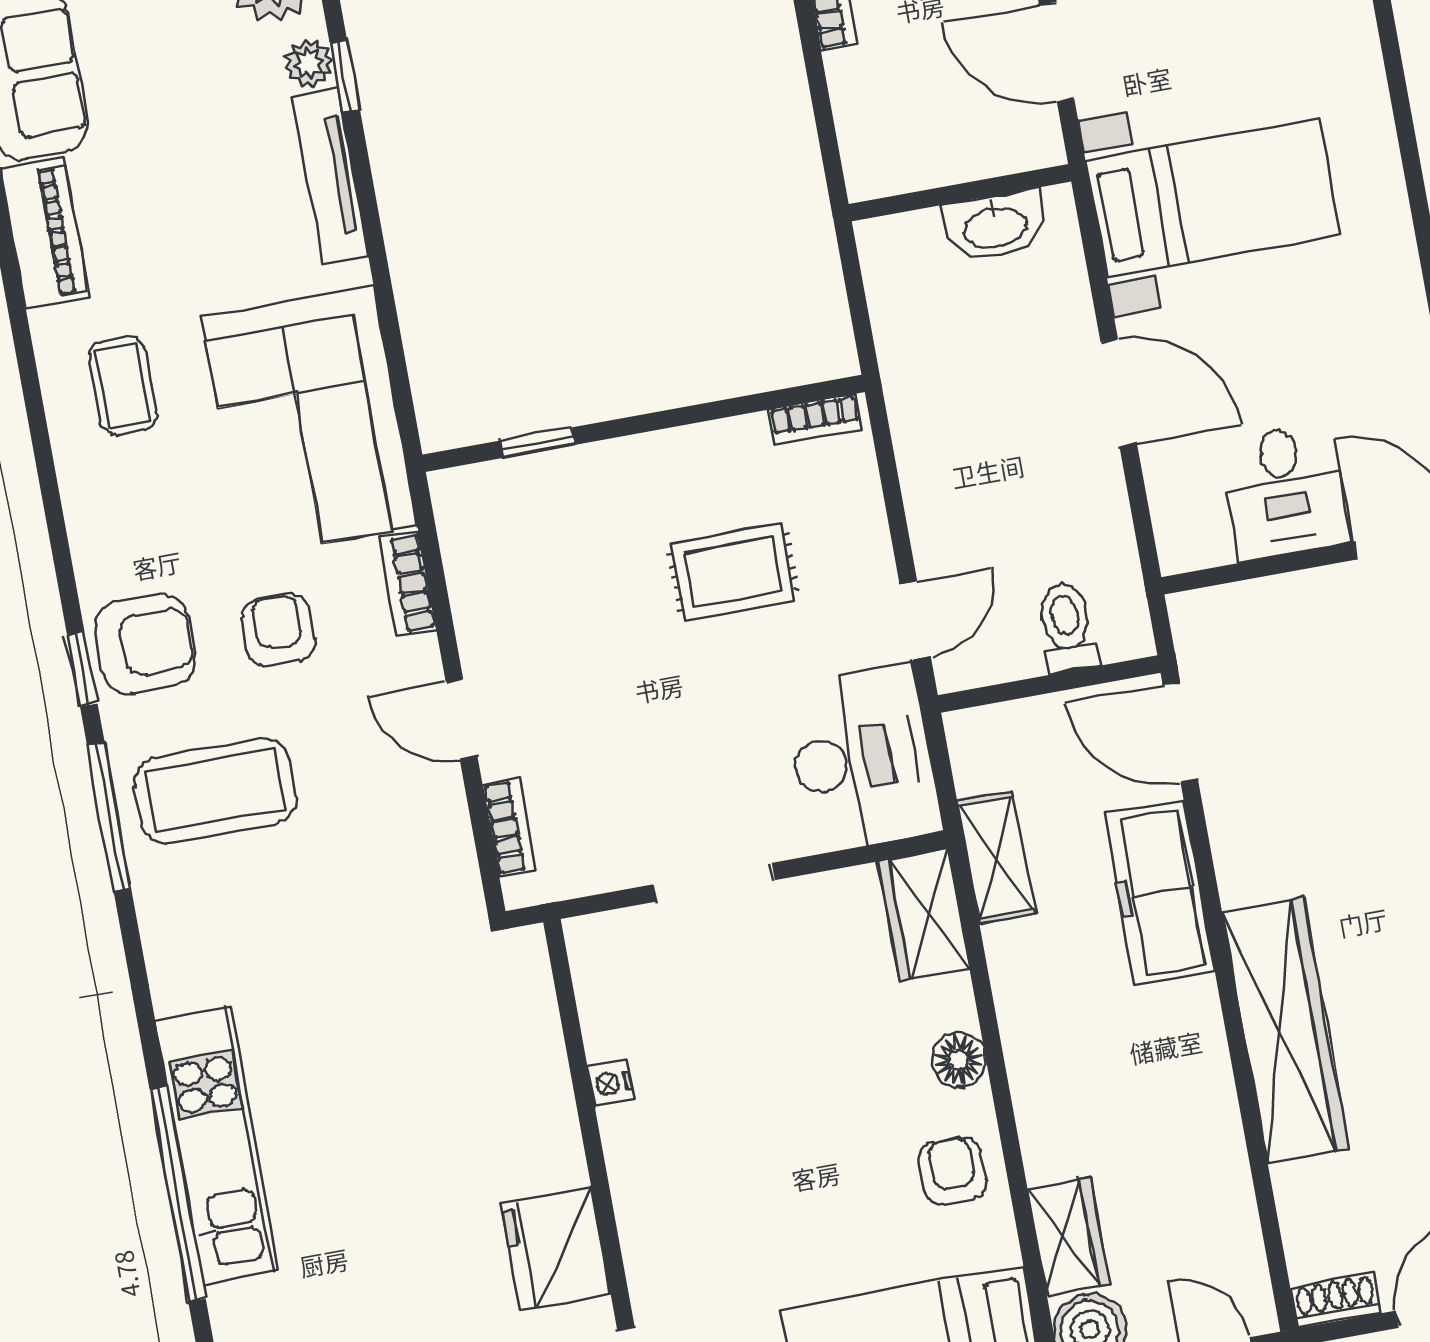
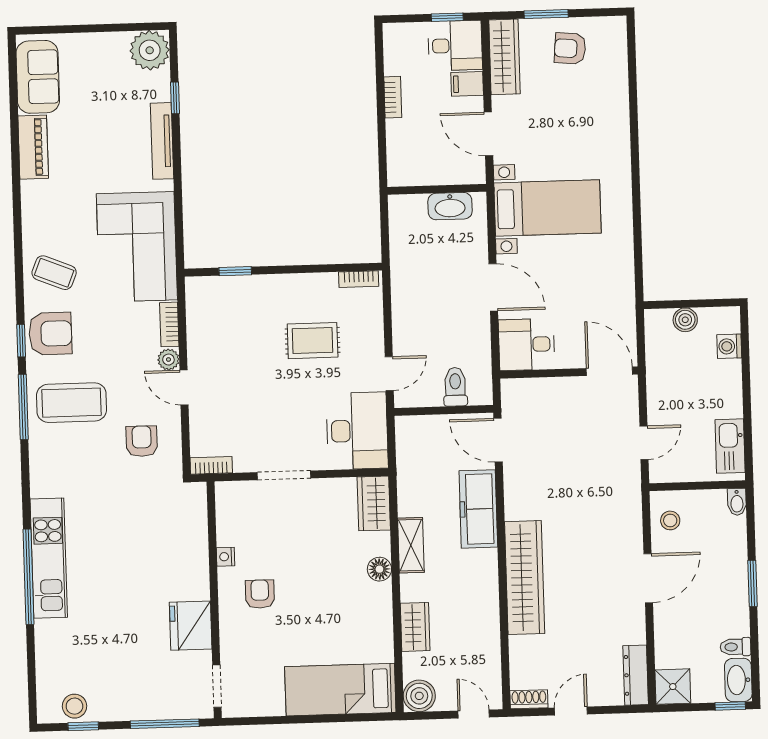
plant: (309, 63) -> (168, 360), moved
coffee table: (123, 386) -> (54, 273), moved, turned -68
desk: (1285, 491) -> (527, 344), moved, turned 90
armchair: (278, 630) -> (142, 441), moved
bookcase: (509, 827) -> (211, 465), moved, turned -90
shelving: (996, 858) -> (411, 545), moved
armchair: (953, 1171) -> (260, 594), moved
wardrobe: (1068, 1236) -> (415, 627), moved

